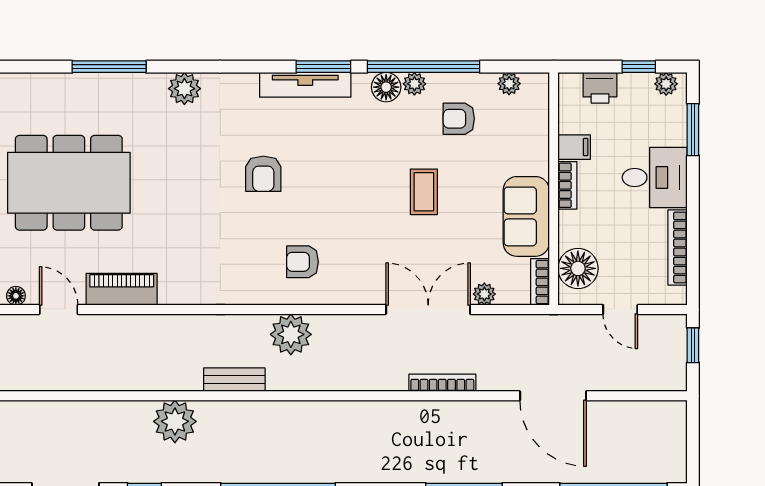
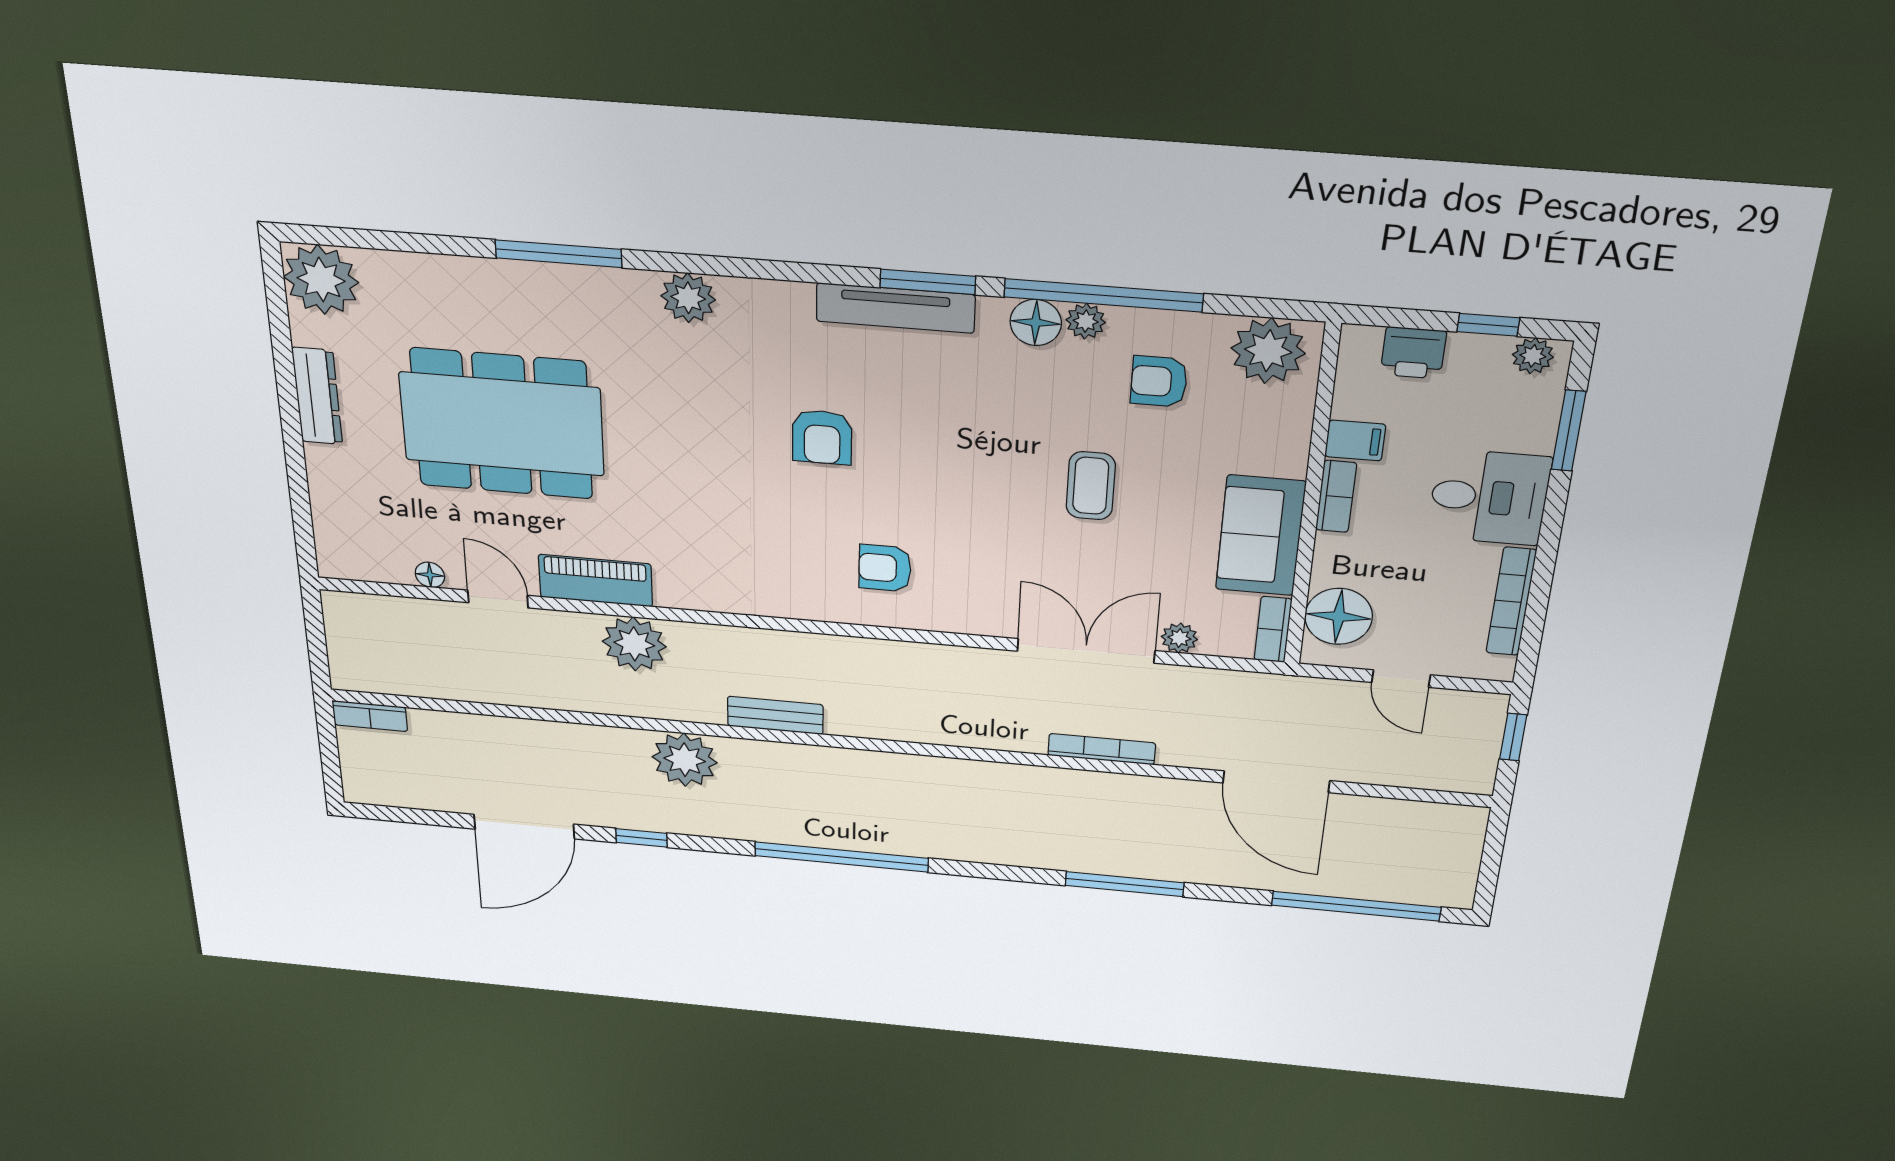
plant: (509, 84) -> (1268, 351), width x1.87, depth x1.87
plant: (291, 334) -> (634, 644), moved

